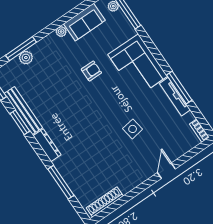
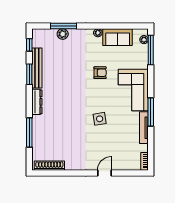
window: (179, 88) -> (151, 112), moved
side table: (133, 129) -> (100, 119), moved

